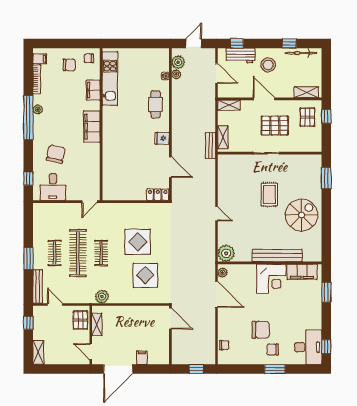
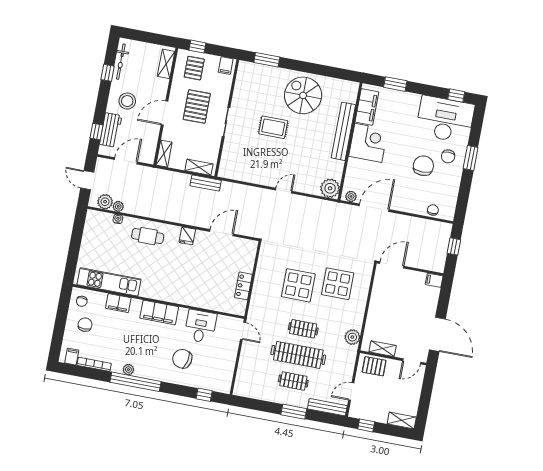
pallet: (307, 117) -> (194, 68), turned 90
filing cabinet: (315, 144) -> (226, 66), added
desk: (53, 187) -> (200, 326), moved, turned -90
locker: (158, 195) -> (243, 286), moved
desk: (308, 347) -> (445, 119), width x1.36, depth x1.30
filing cabinet: (142, 358) -> (434, 280), moved

